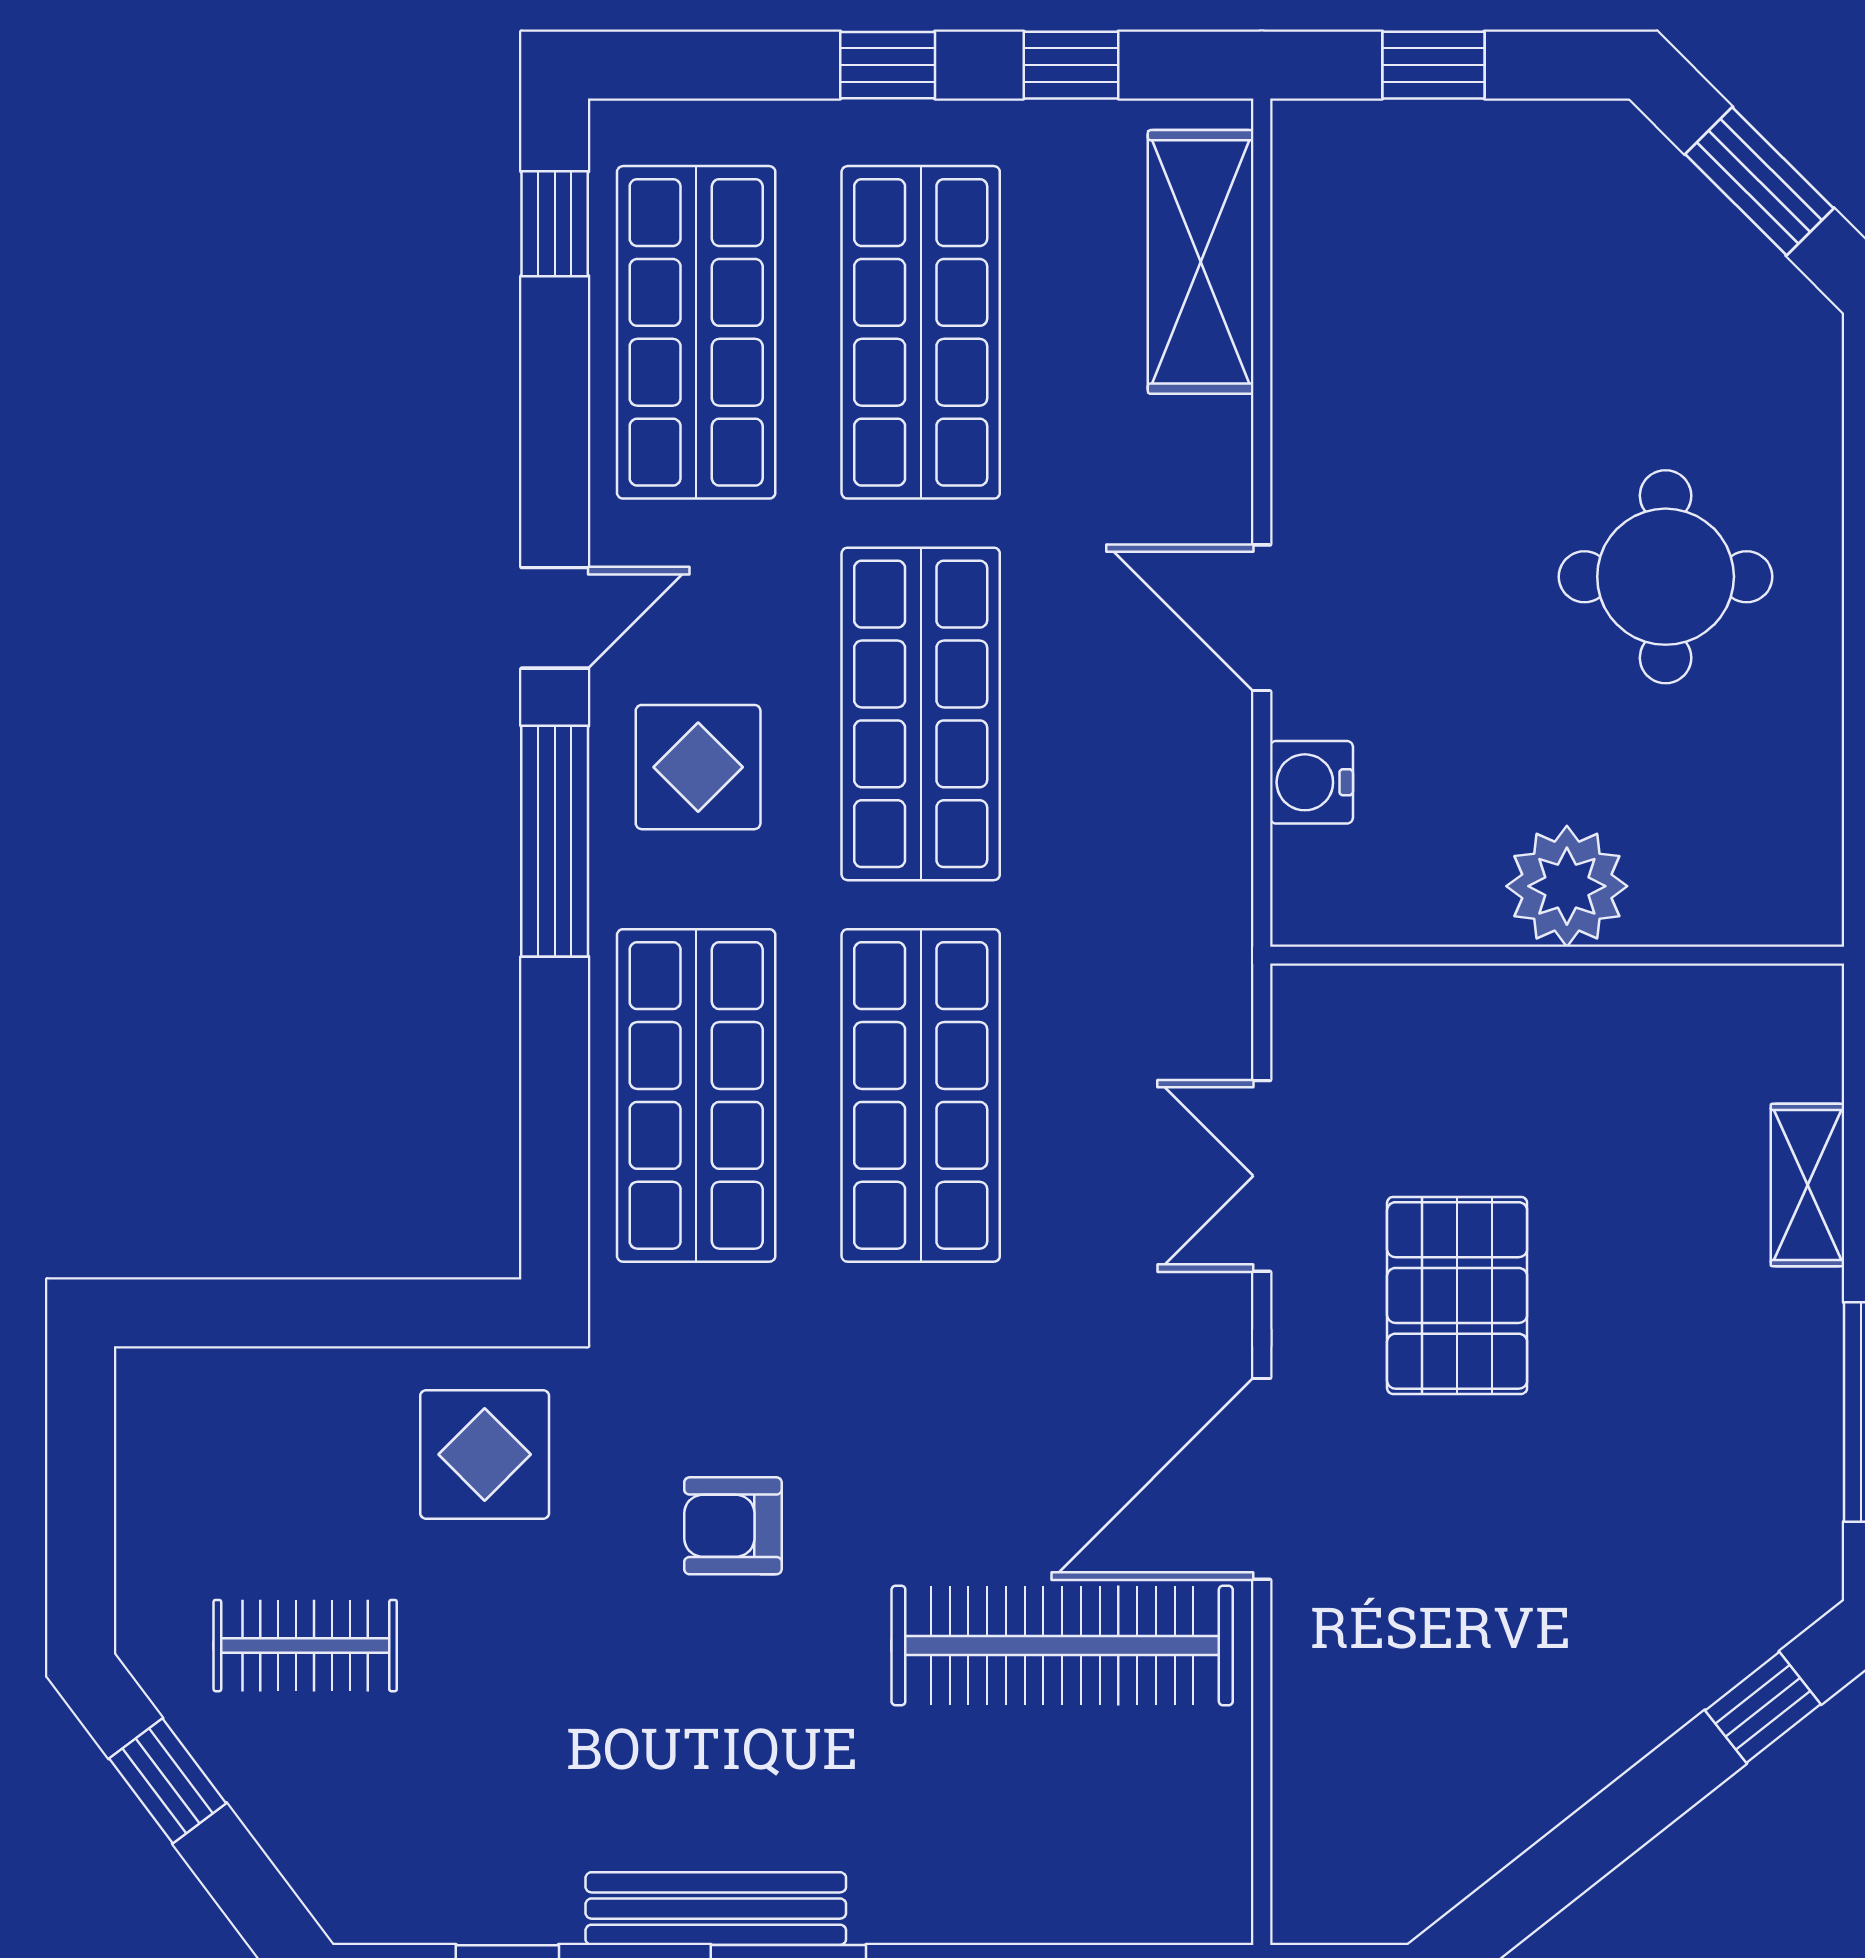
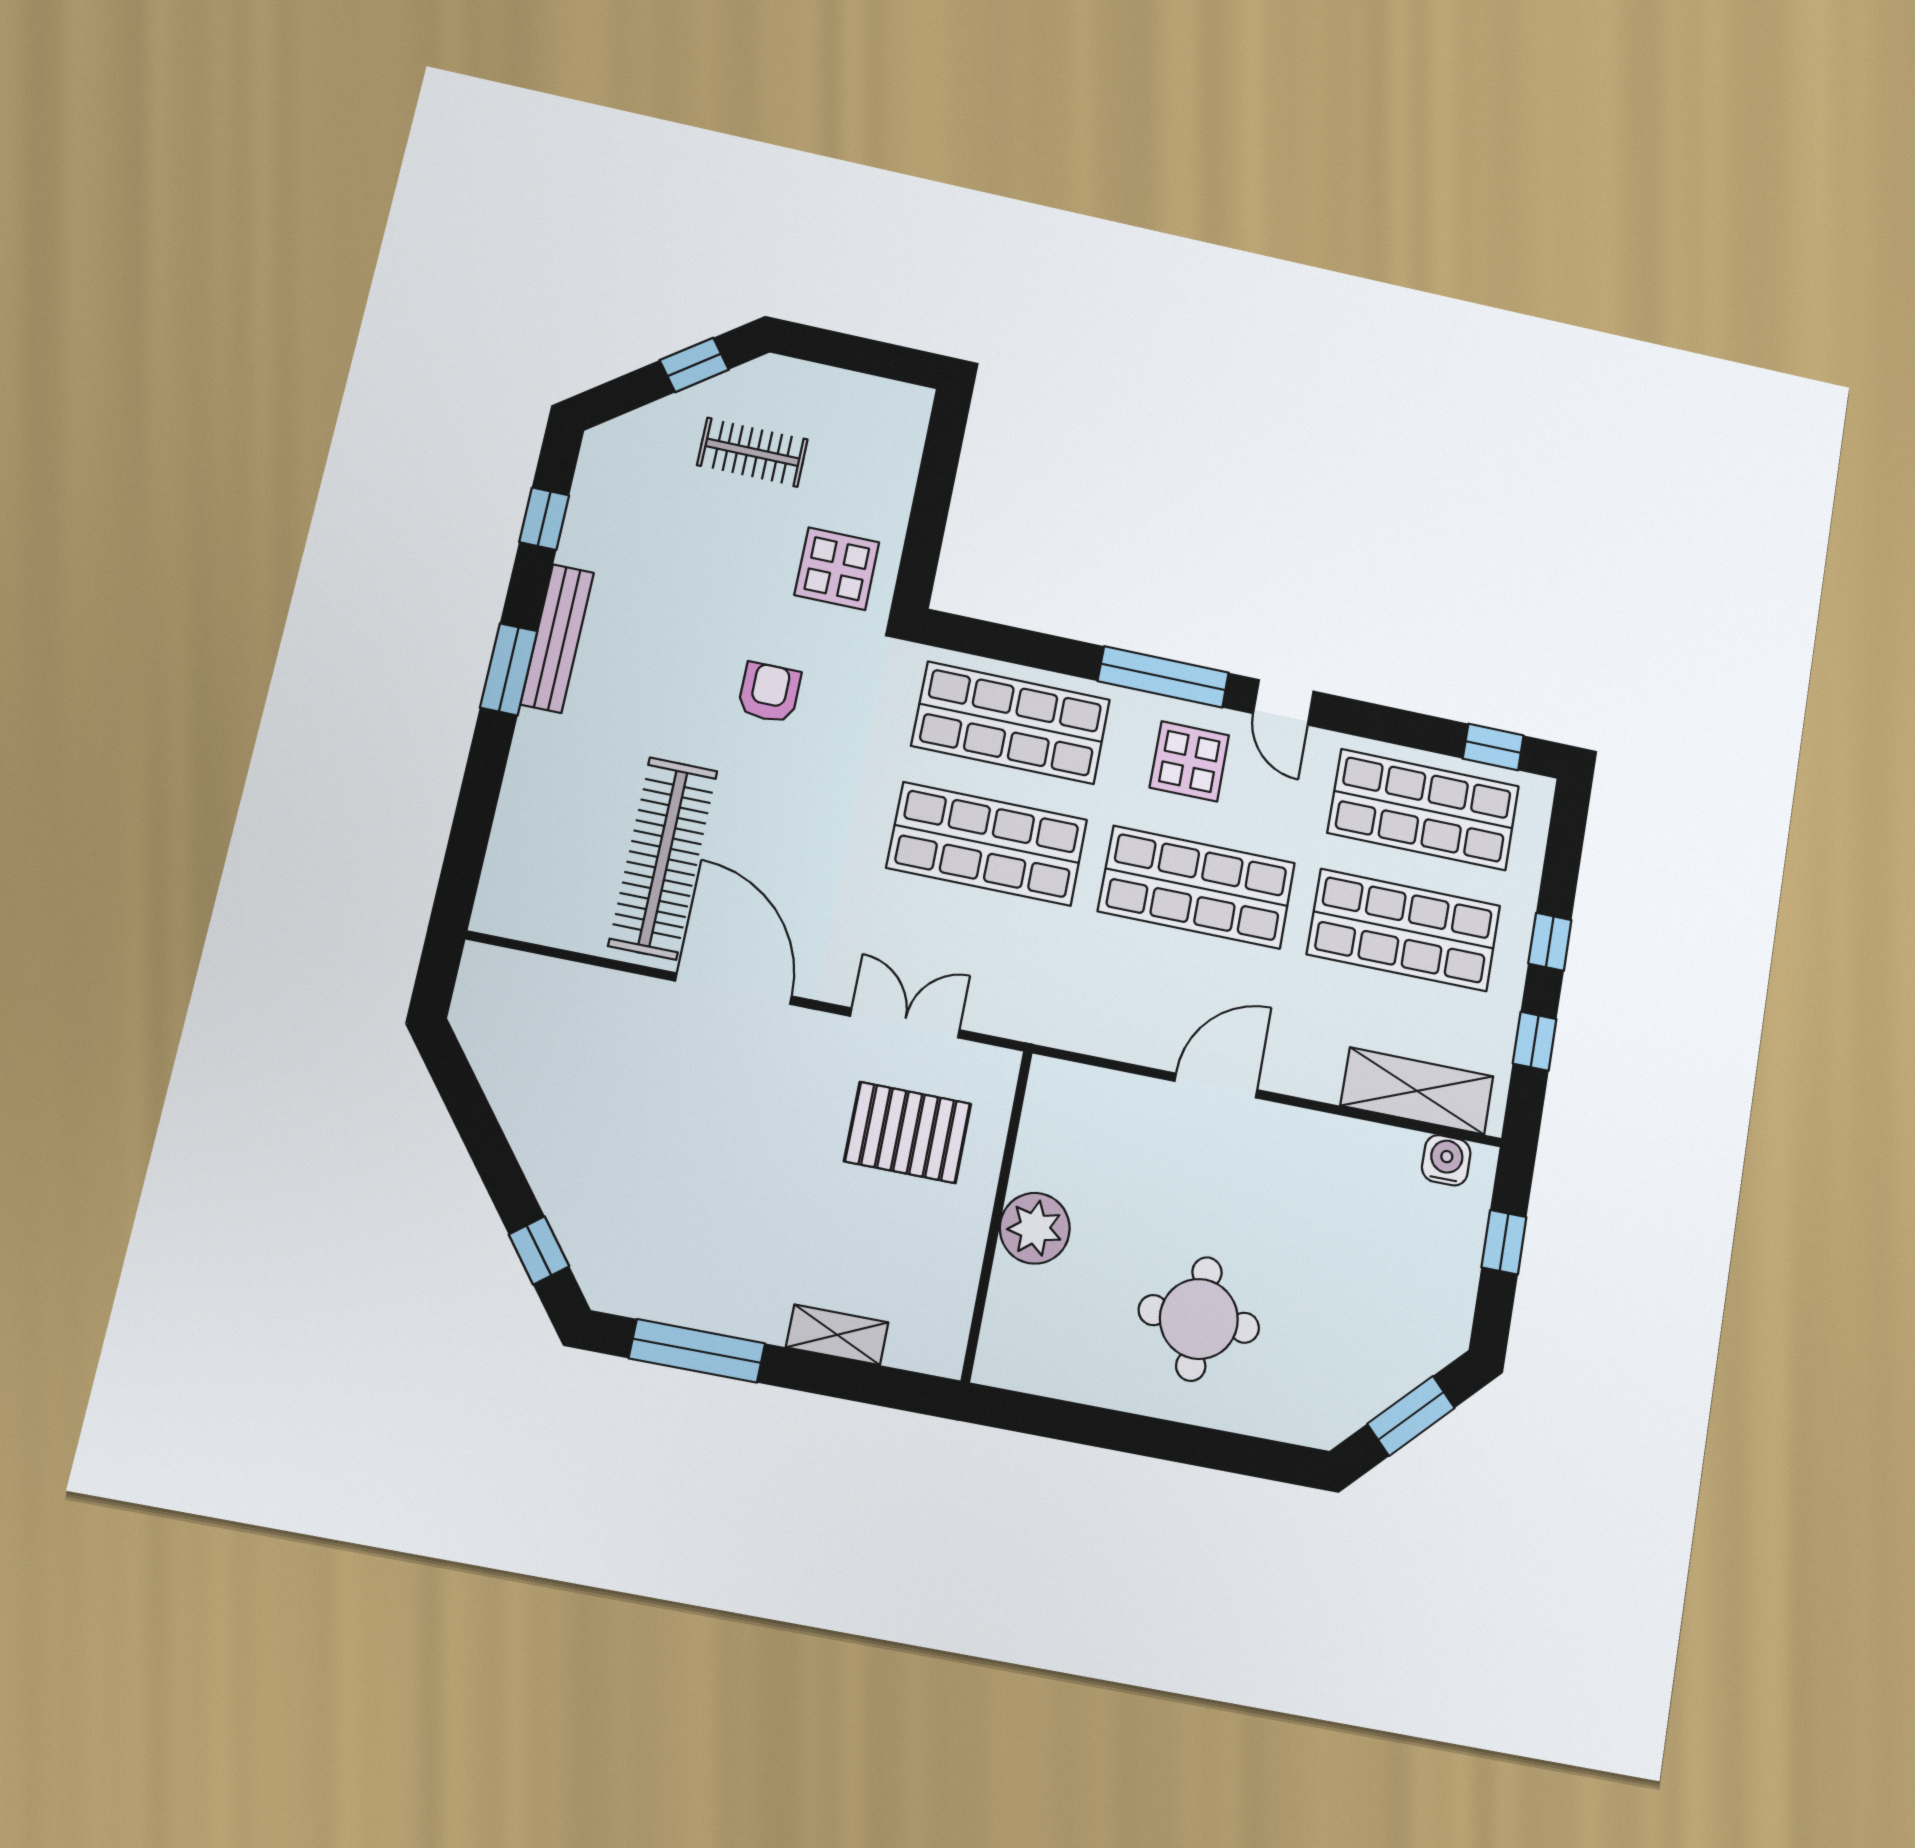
water cooler: (1311, 782) -> (1446, 1160), moved
pallet: (1457, 1295) -> (908, 1132), moved
clothes rail: (305, 1646) -> (752, 452), turned 90

